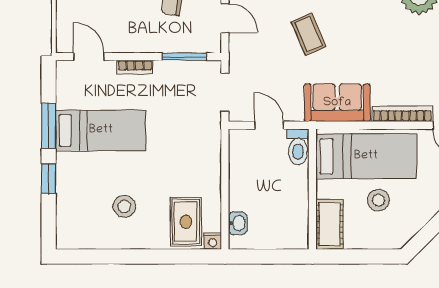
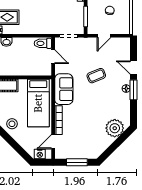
door: (269, 125) -> (53, 57), hinge flipped
toilet: (298, 147) -> (43, 43), moved
stool: (378, 200) -> (12, 124), moved

